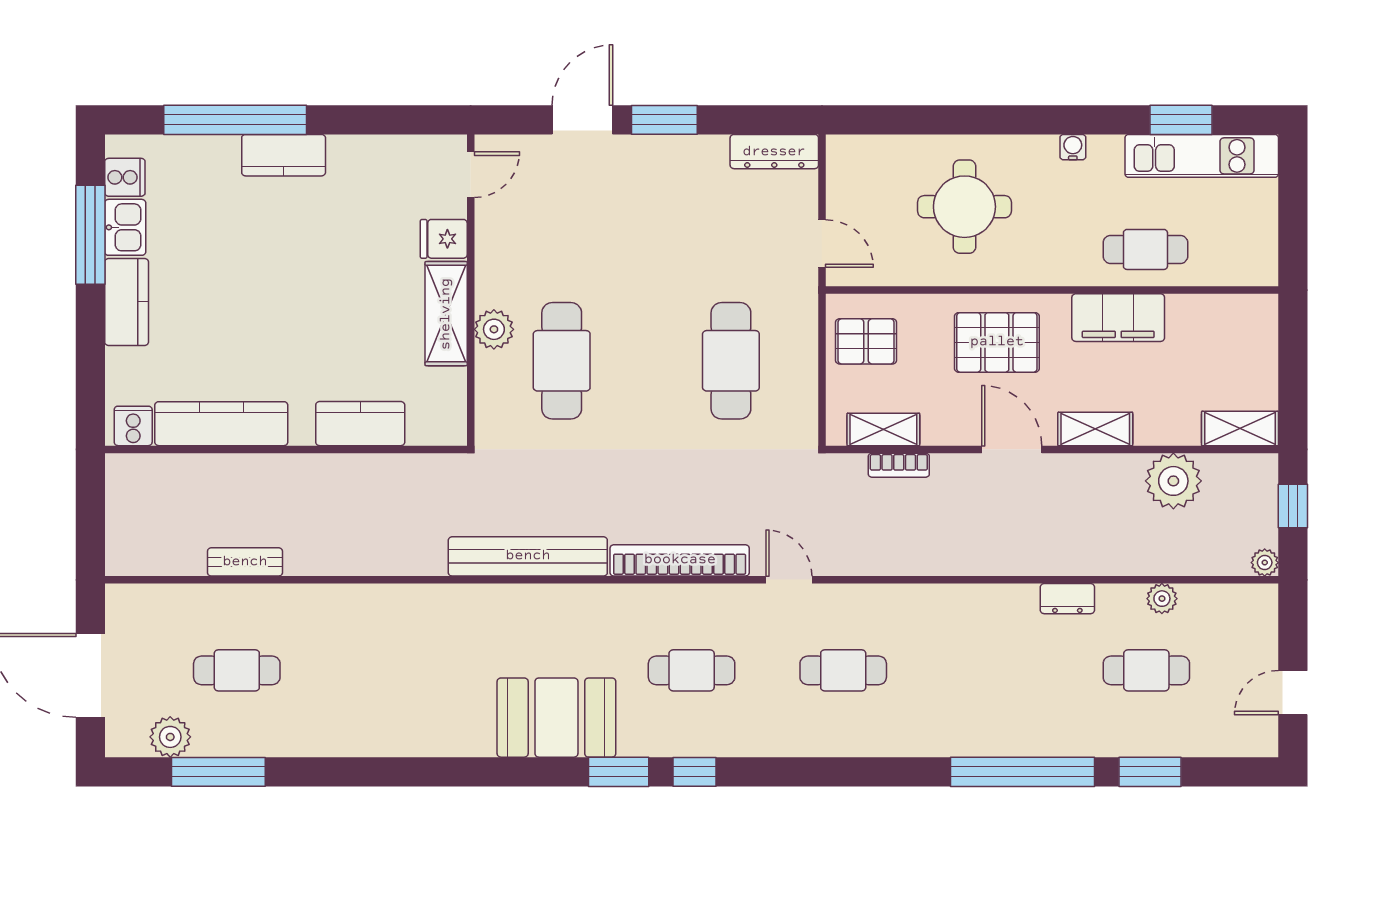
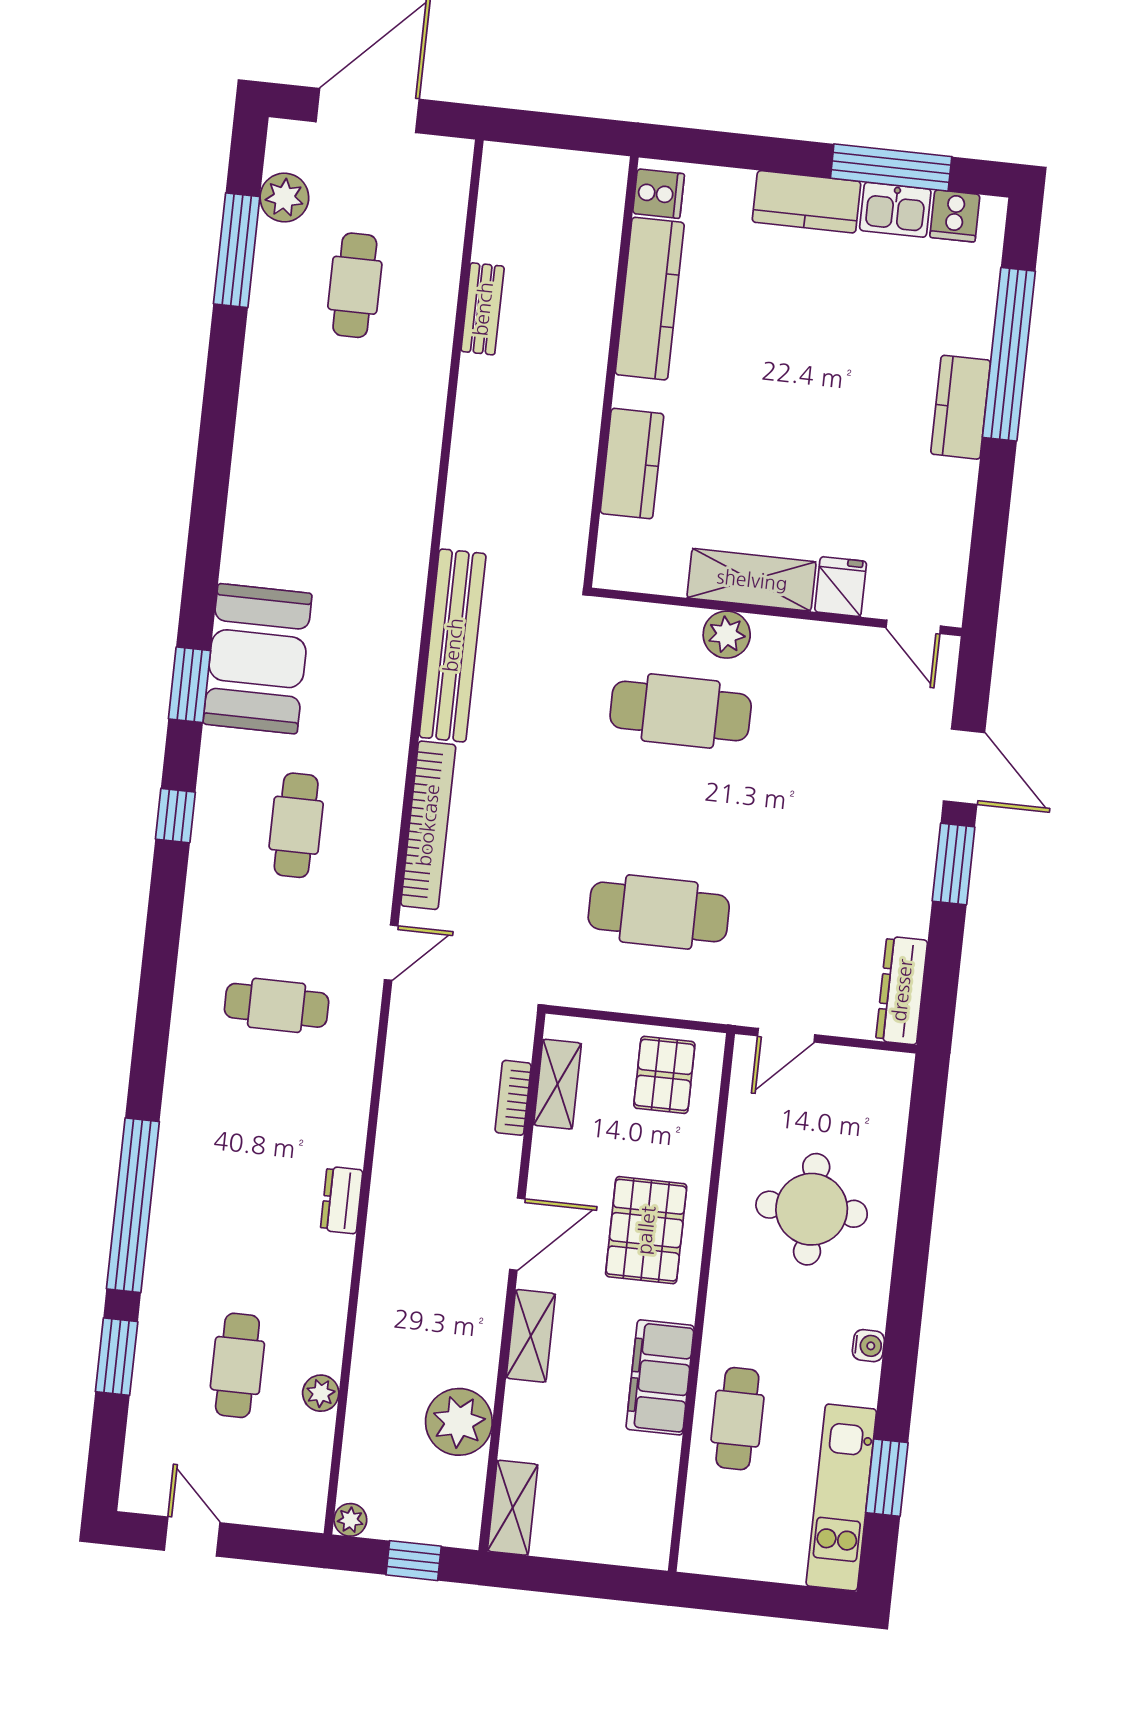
dresser: (1067, 599) -> (342, 1200), moved
cafe table: (843, 670) -> (277, 1005), turned 90
window: (619, 772) -> (190, 685), moved

